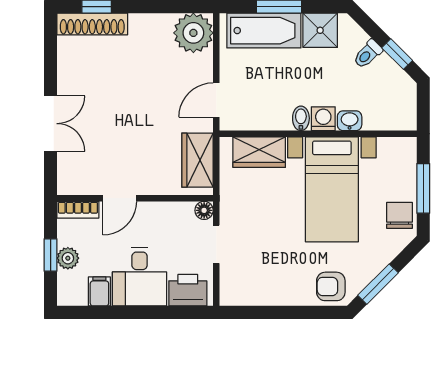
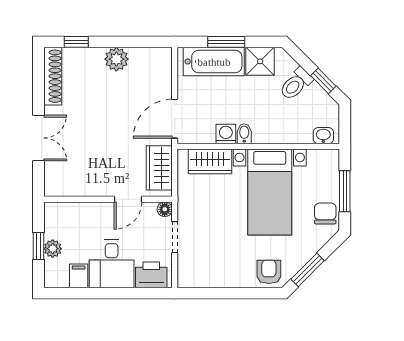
shoe rack: (92, 24) -> (53, 76), moved, turned -90
plant: (193, 33) -> (116, 59), moved, width x0.73, depth x0.73
toilet: (368, 54) -> (296, 84), width x1.37, depth x1.39
door: (216, 100) -> (175, 119), width x1.38
washing machine: (323, 119) -> (226, 134), moved
washbasin: (350, 121) -> (323, 136), moved
door: (120, 198) -> (128, 199), moved
bookcase: (78, 210) -> (61, 209), removed
armchair: (331, 286) -> (269, 272), turned 90

